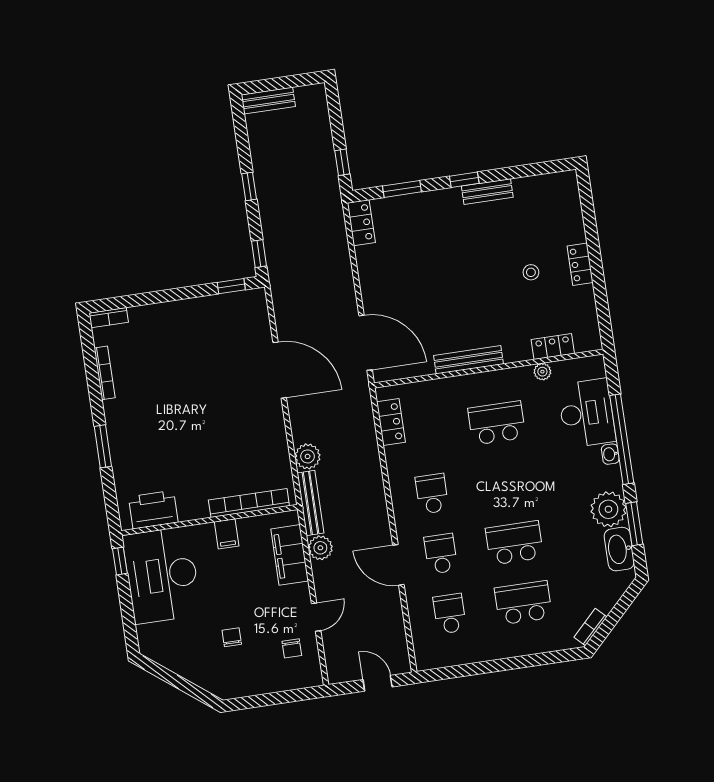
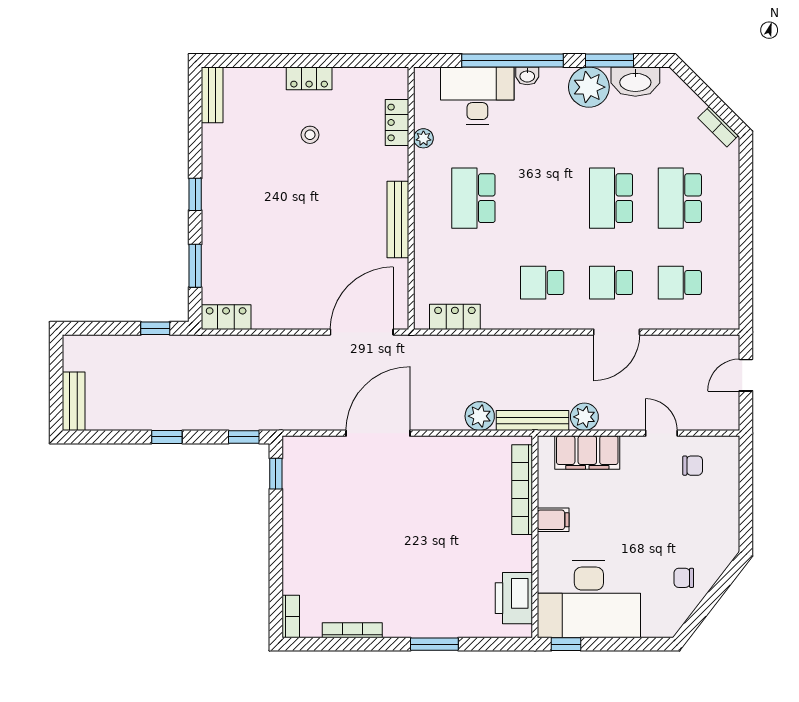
bench: (487, 192) -> (212, 95), moved
chair: (232, 637) -> (684, 578), moved

